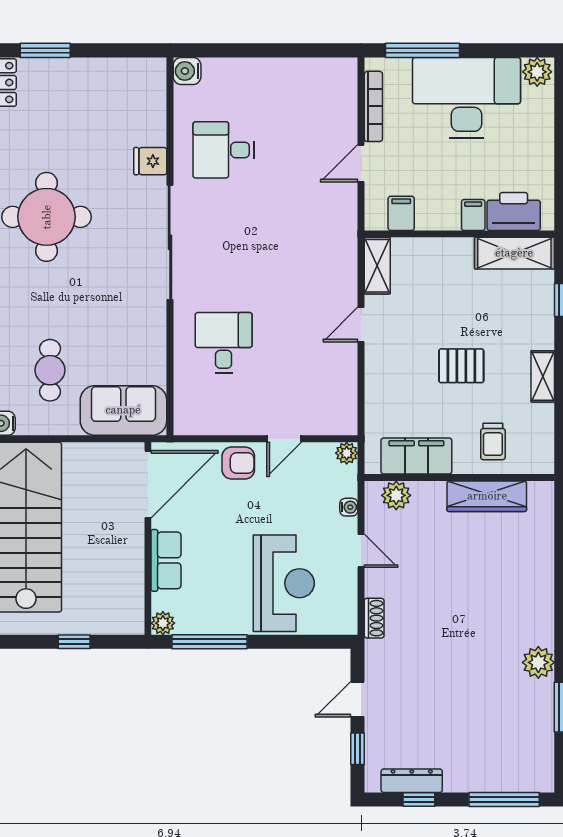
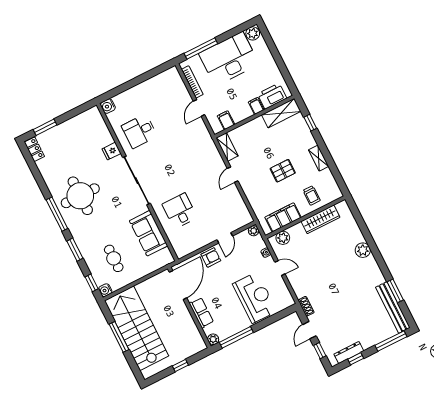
sofa: (123, 410) -> (149, 233), moved, turned -90
shoe rack: (374, 618) -> (306, 306), moved
plant: (538, 662) -> (363, 250), moved
bench: (540, 737) -> (393, 307), added

